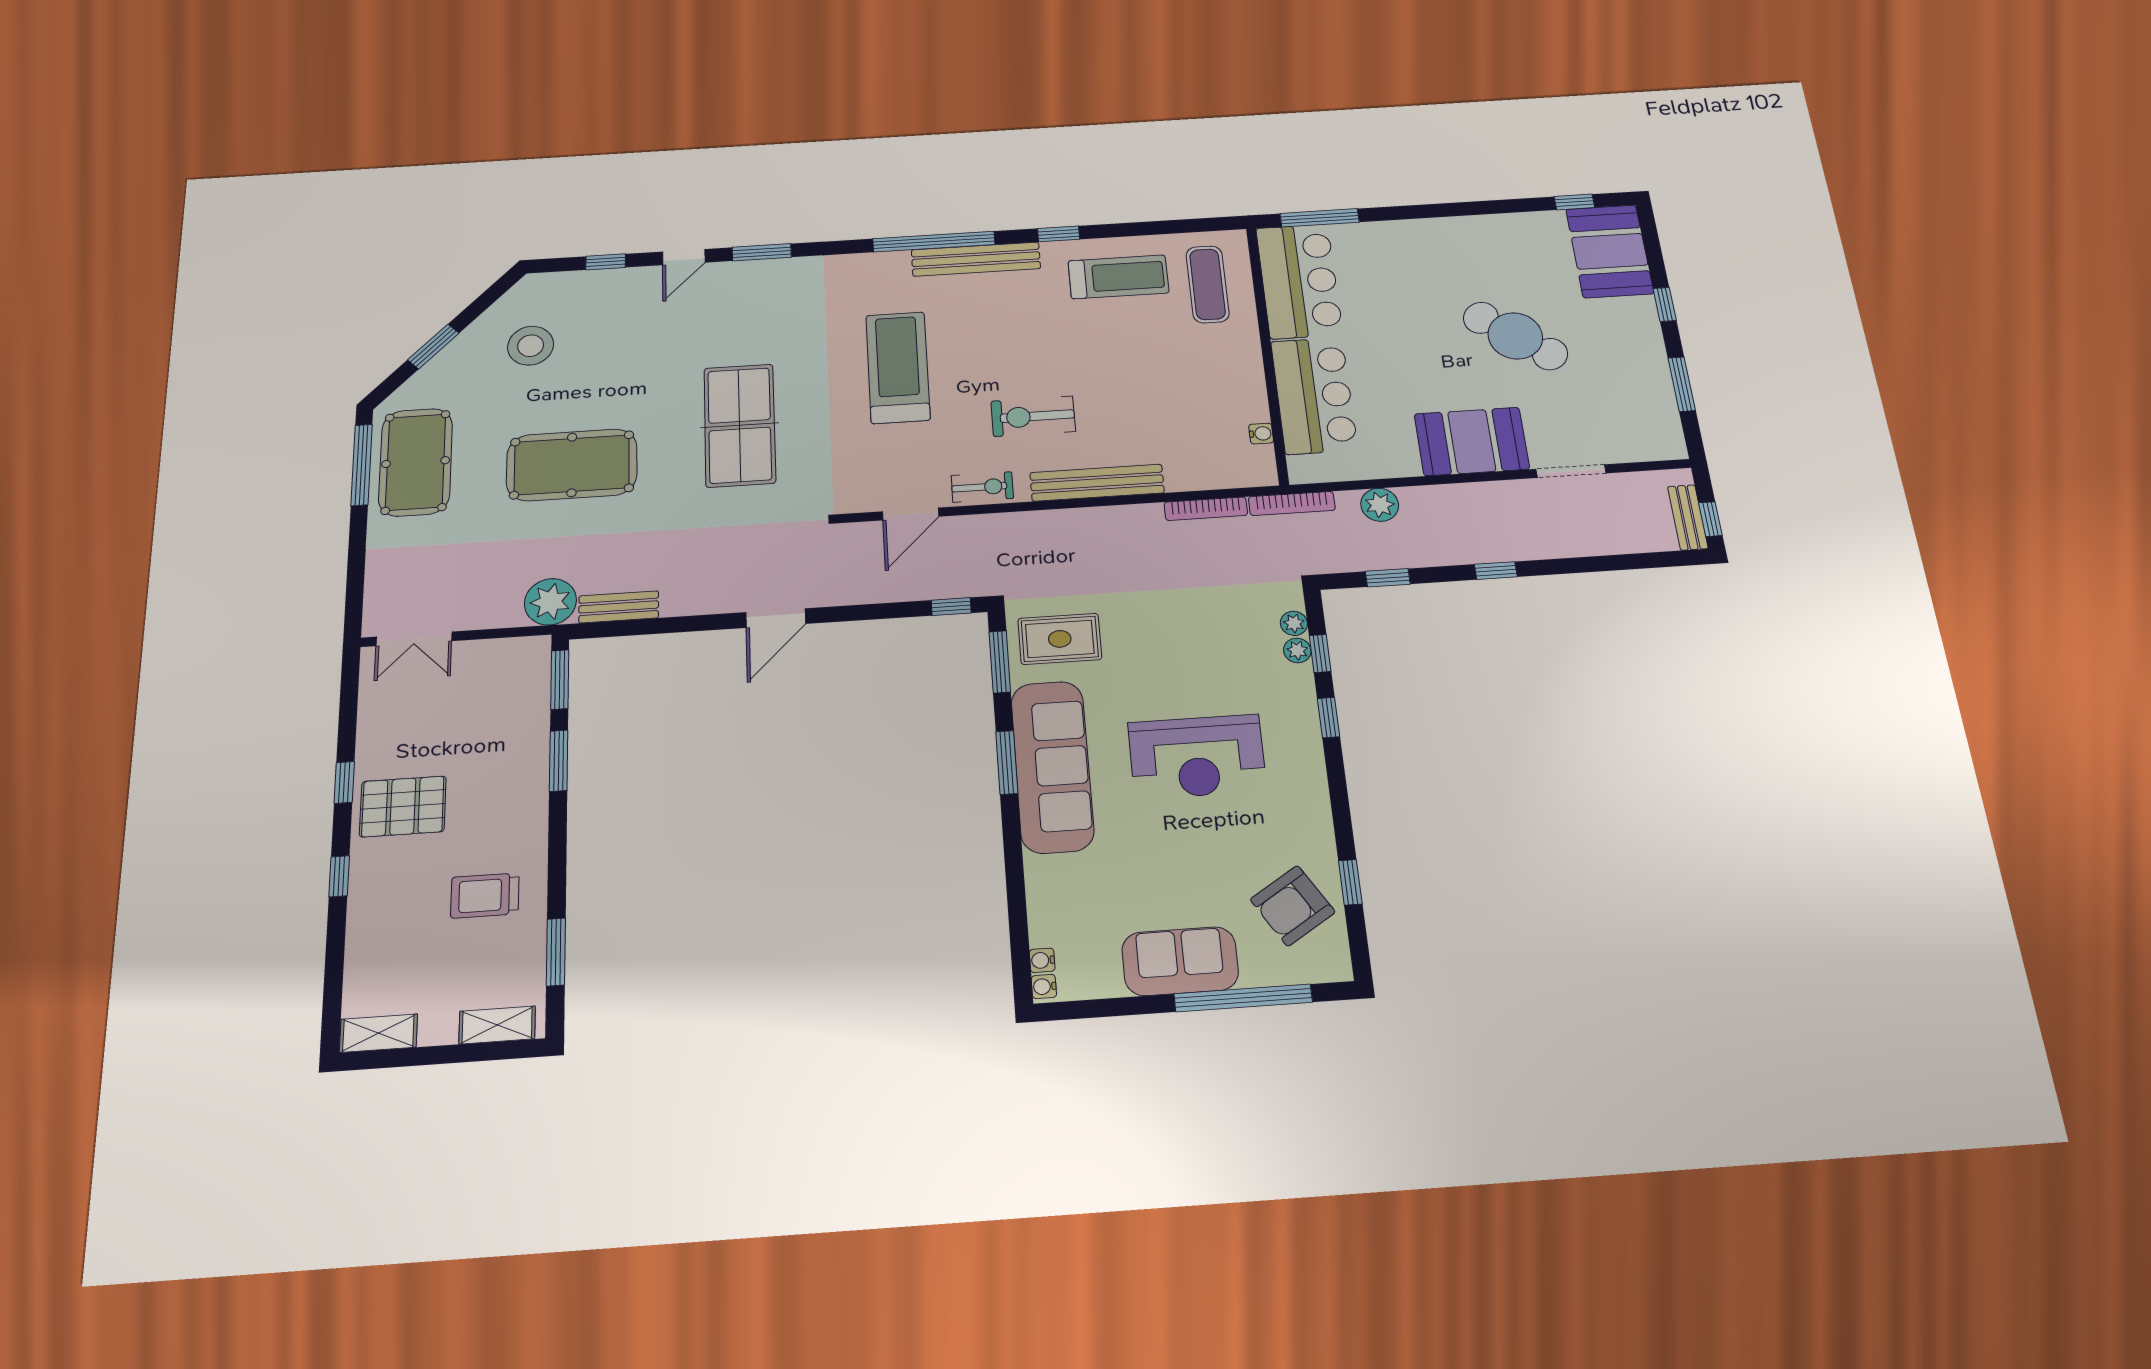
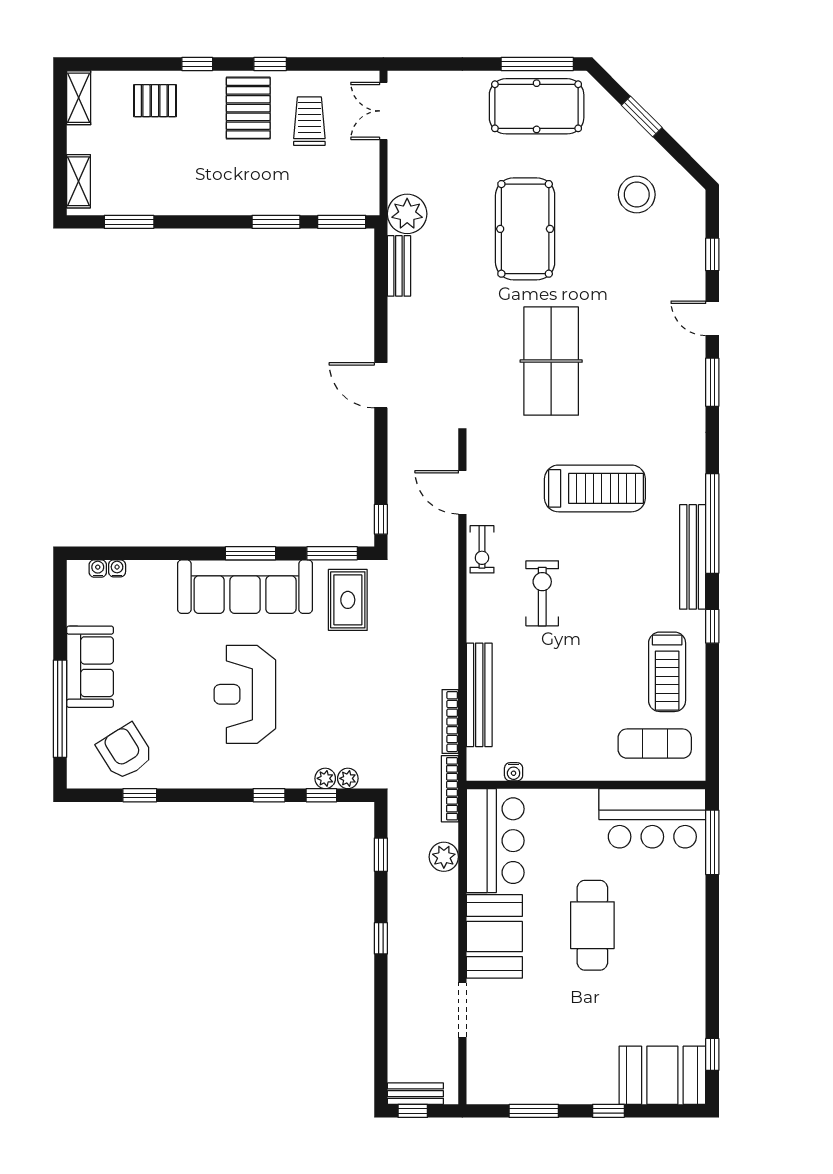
cafe table: (1515, 336) -> (592, 925), moved, turned -37
bar counter: (1314, 395) -> (495, 841), moved, turned -90
table tennis table: (740, 425) -> (551, 361), turned 90
bench: (1097, 483) -> (479, 695), moved
trolley: (485, 896) -> (309, 121), moved
pallet: (387, 929) -> (155, 101), added
water cooler: (1044, 987) -> (117, 568), moved

